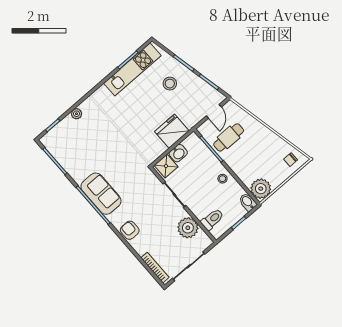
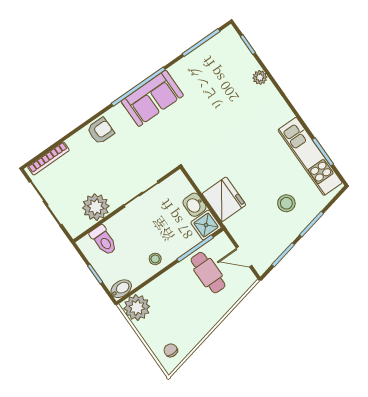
shower: (166, 166) -> (206, 225), moved

